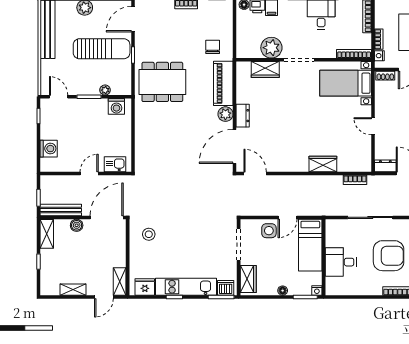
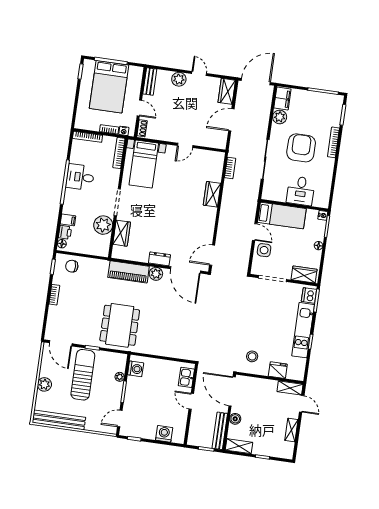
chair: (213, 47) -> (72, 266), moved
dresser: (385, 166) -> (222, 139), removed
fridge: (145, 287) -> (278, 370), moved, turned 90

